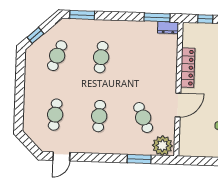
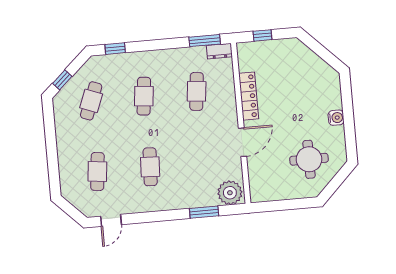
window: (82, 15) -> (115, 49), width x0.67
cafe table: (143, 118) -> (197, 91), moved, turned 30

